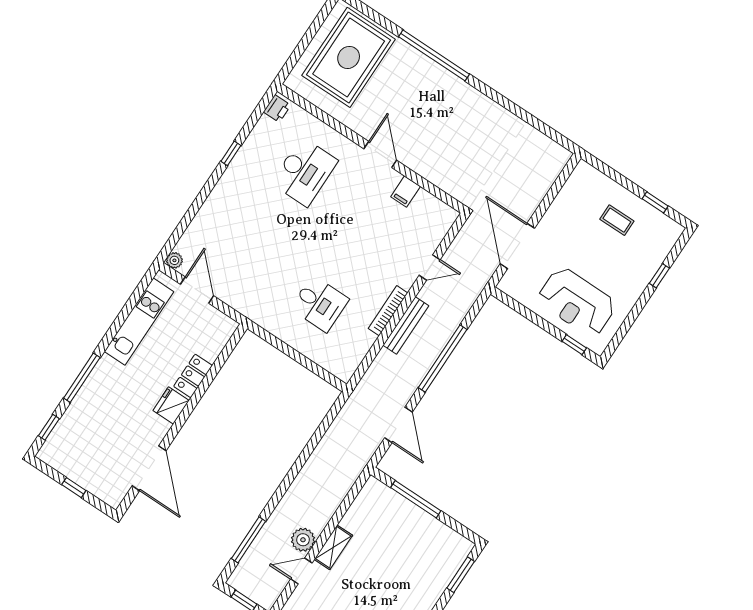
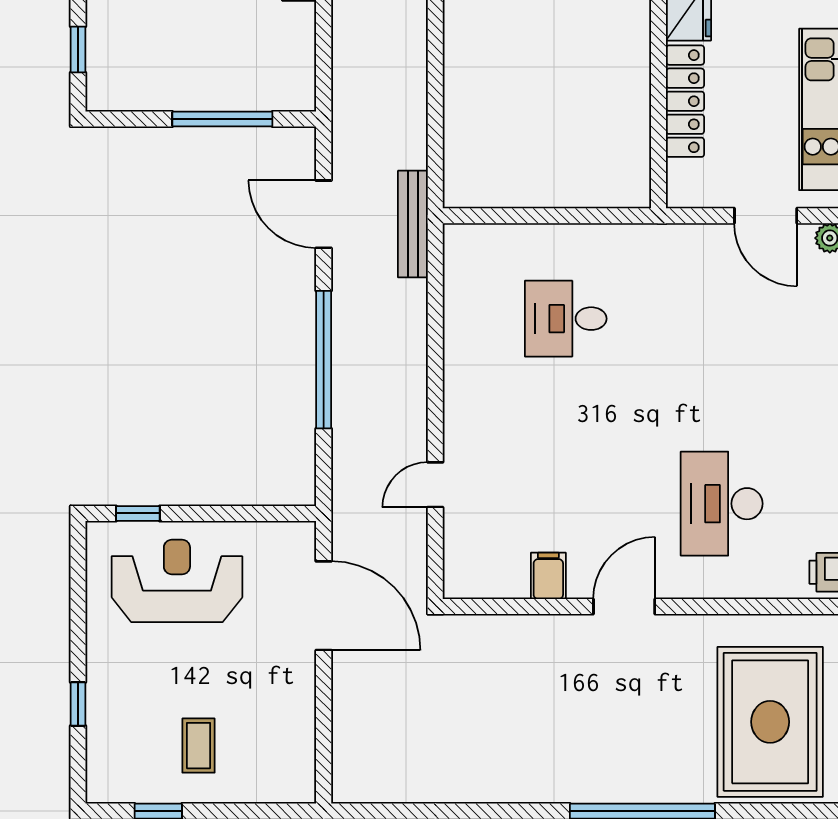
door: (380, 154) -> (624, 606), swing flipped
coffee table: (617, 220) -> (199, 746), turned 90
bookcase: (388, 311) -> (455, 377), removed
bench: (406, 325) -> (413, 224), moved
locker: (193, 376) -> (685, 101), width x1.53
window: (461, 575) -> (78, 49), width x0.67

